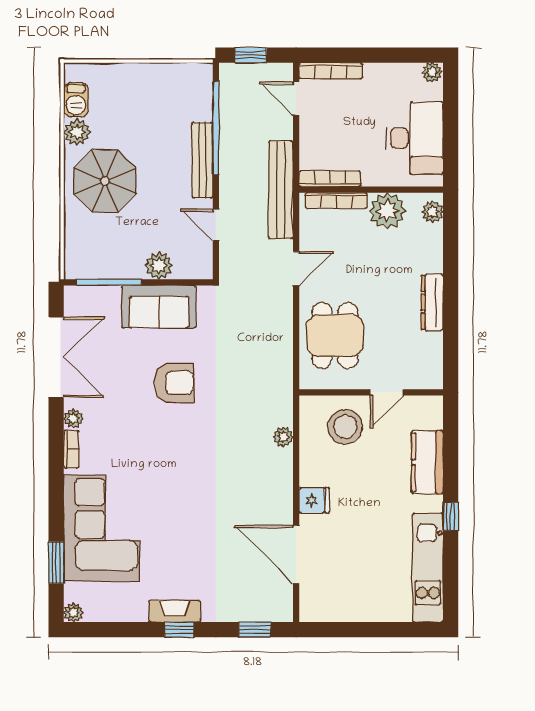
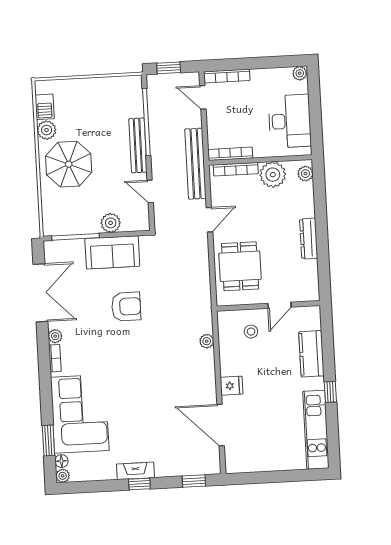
stool: (345, 427) -> (251, 332), width x0.53, depth x0.53
floor lamp: (73, 592) -> (61, 461), added

